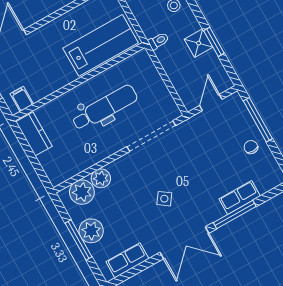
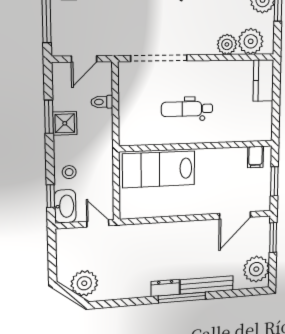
toilet: (158, 41) -> (102, 102), moved
dental chair: (105, 108) -> (187, 109), width x0.73, depth x0.72
kitchen counter: (34, 134) -> (263, 81), moved

